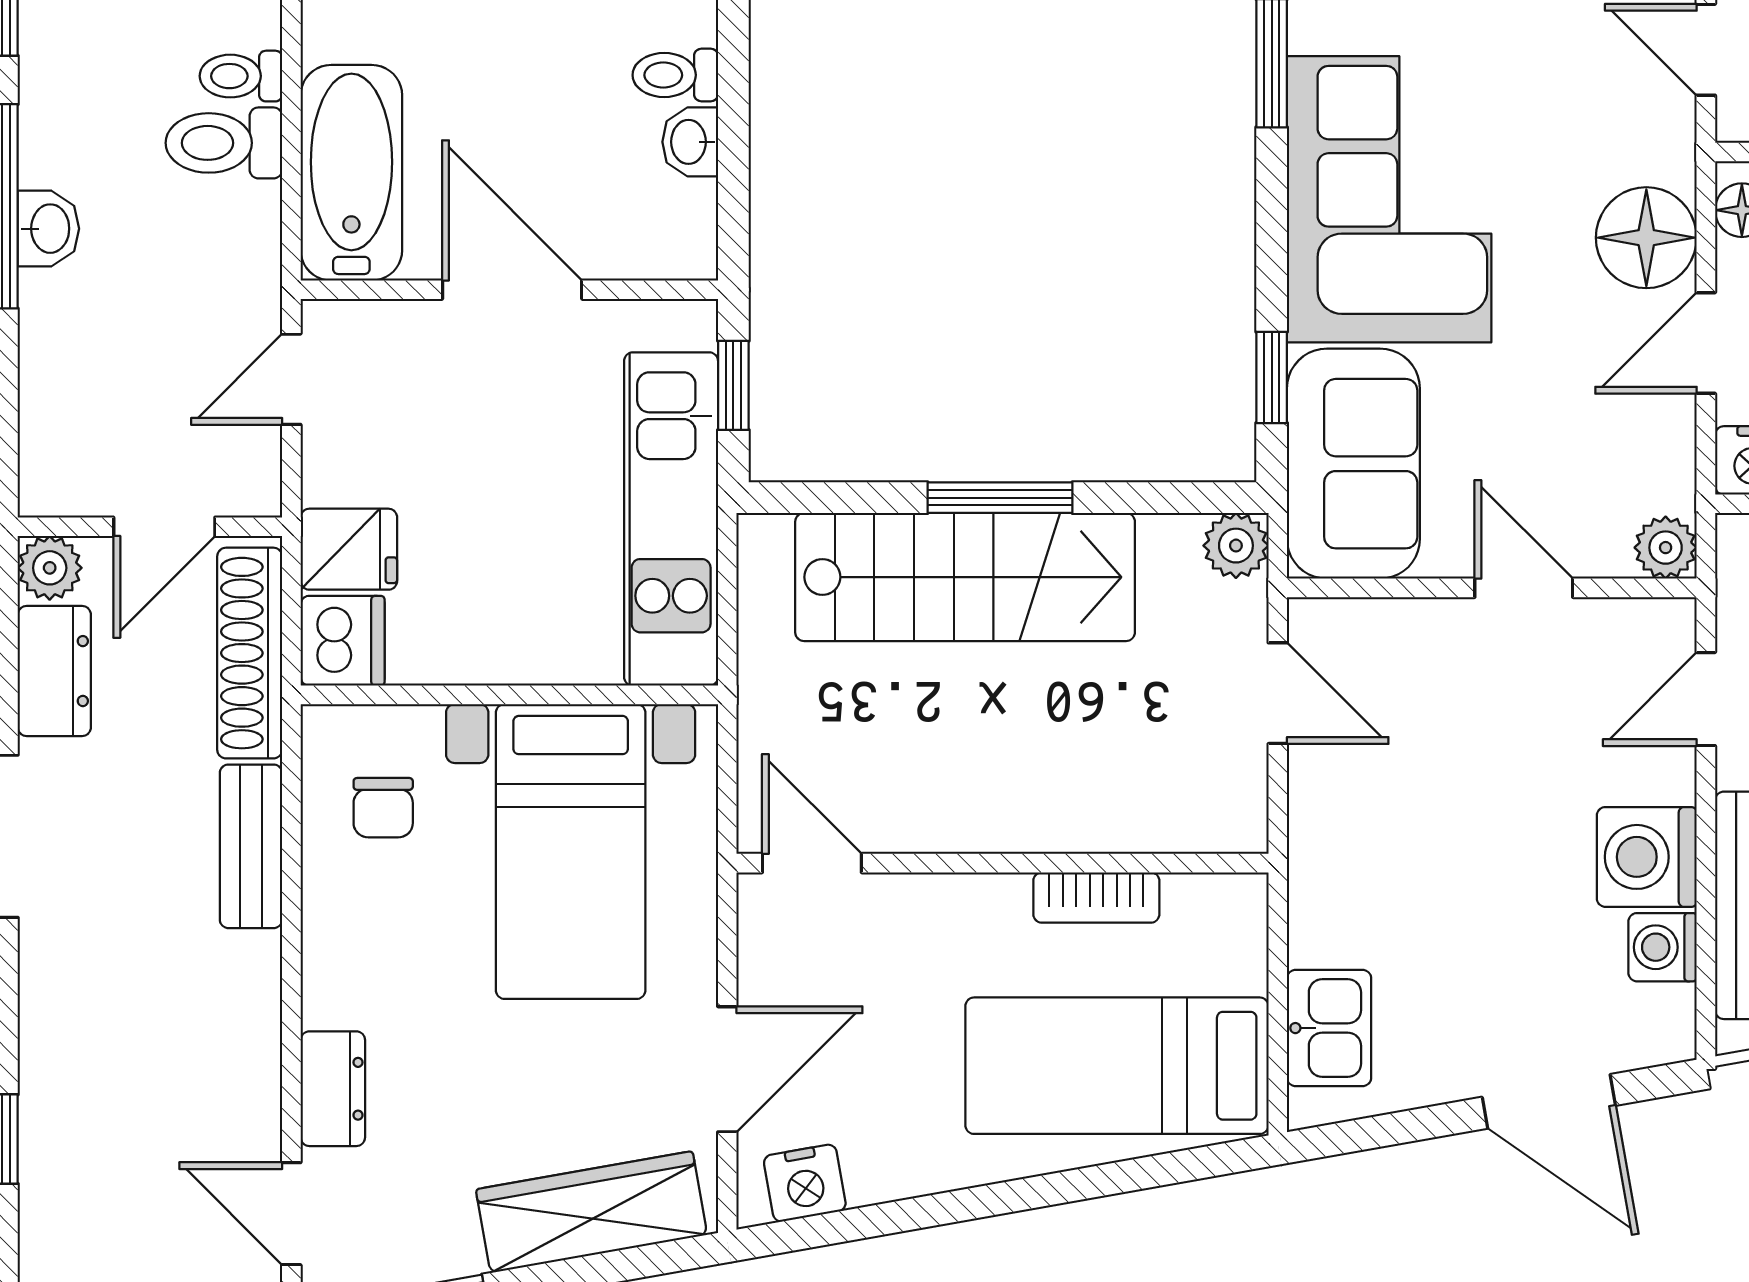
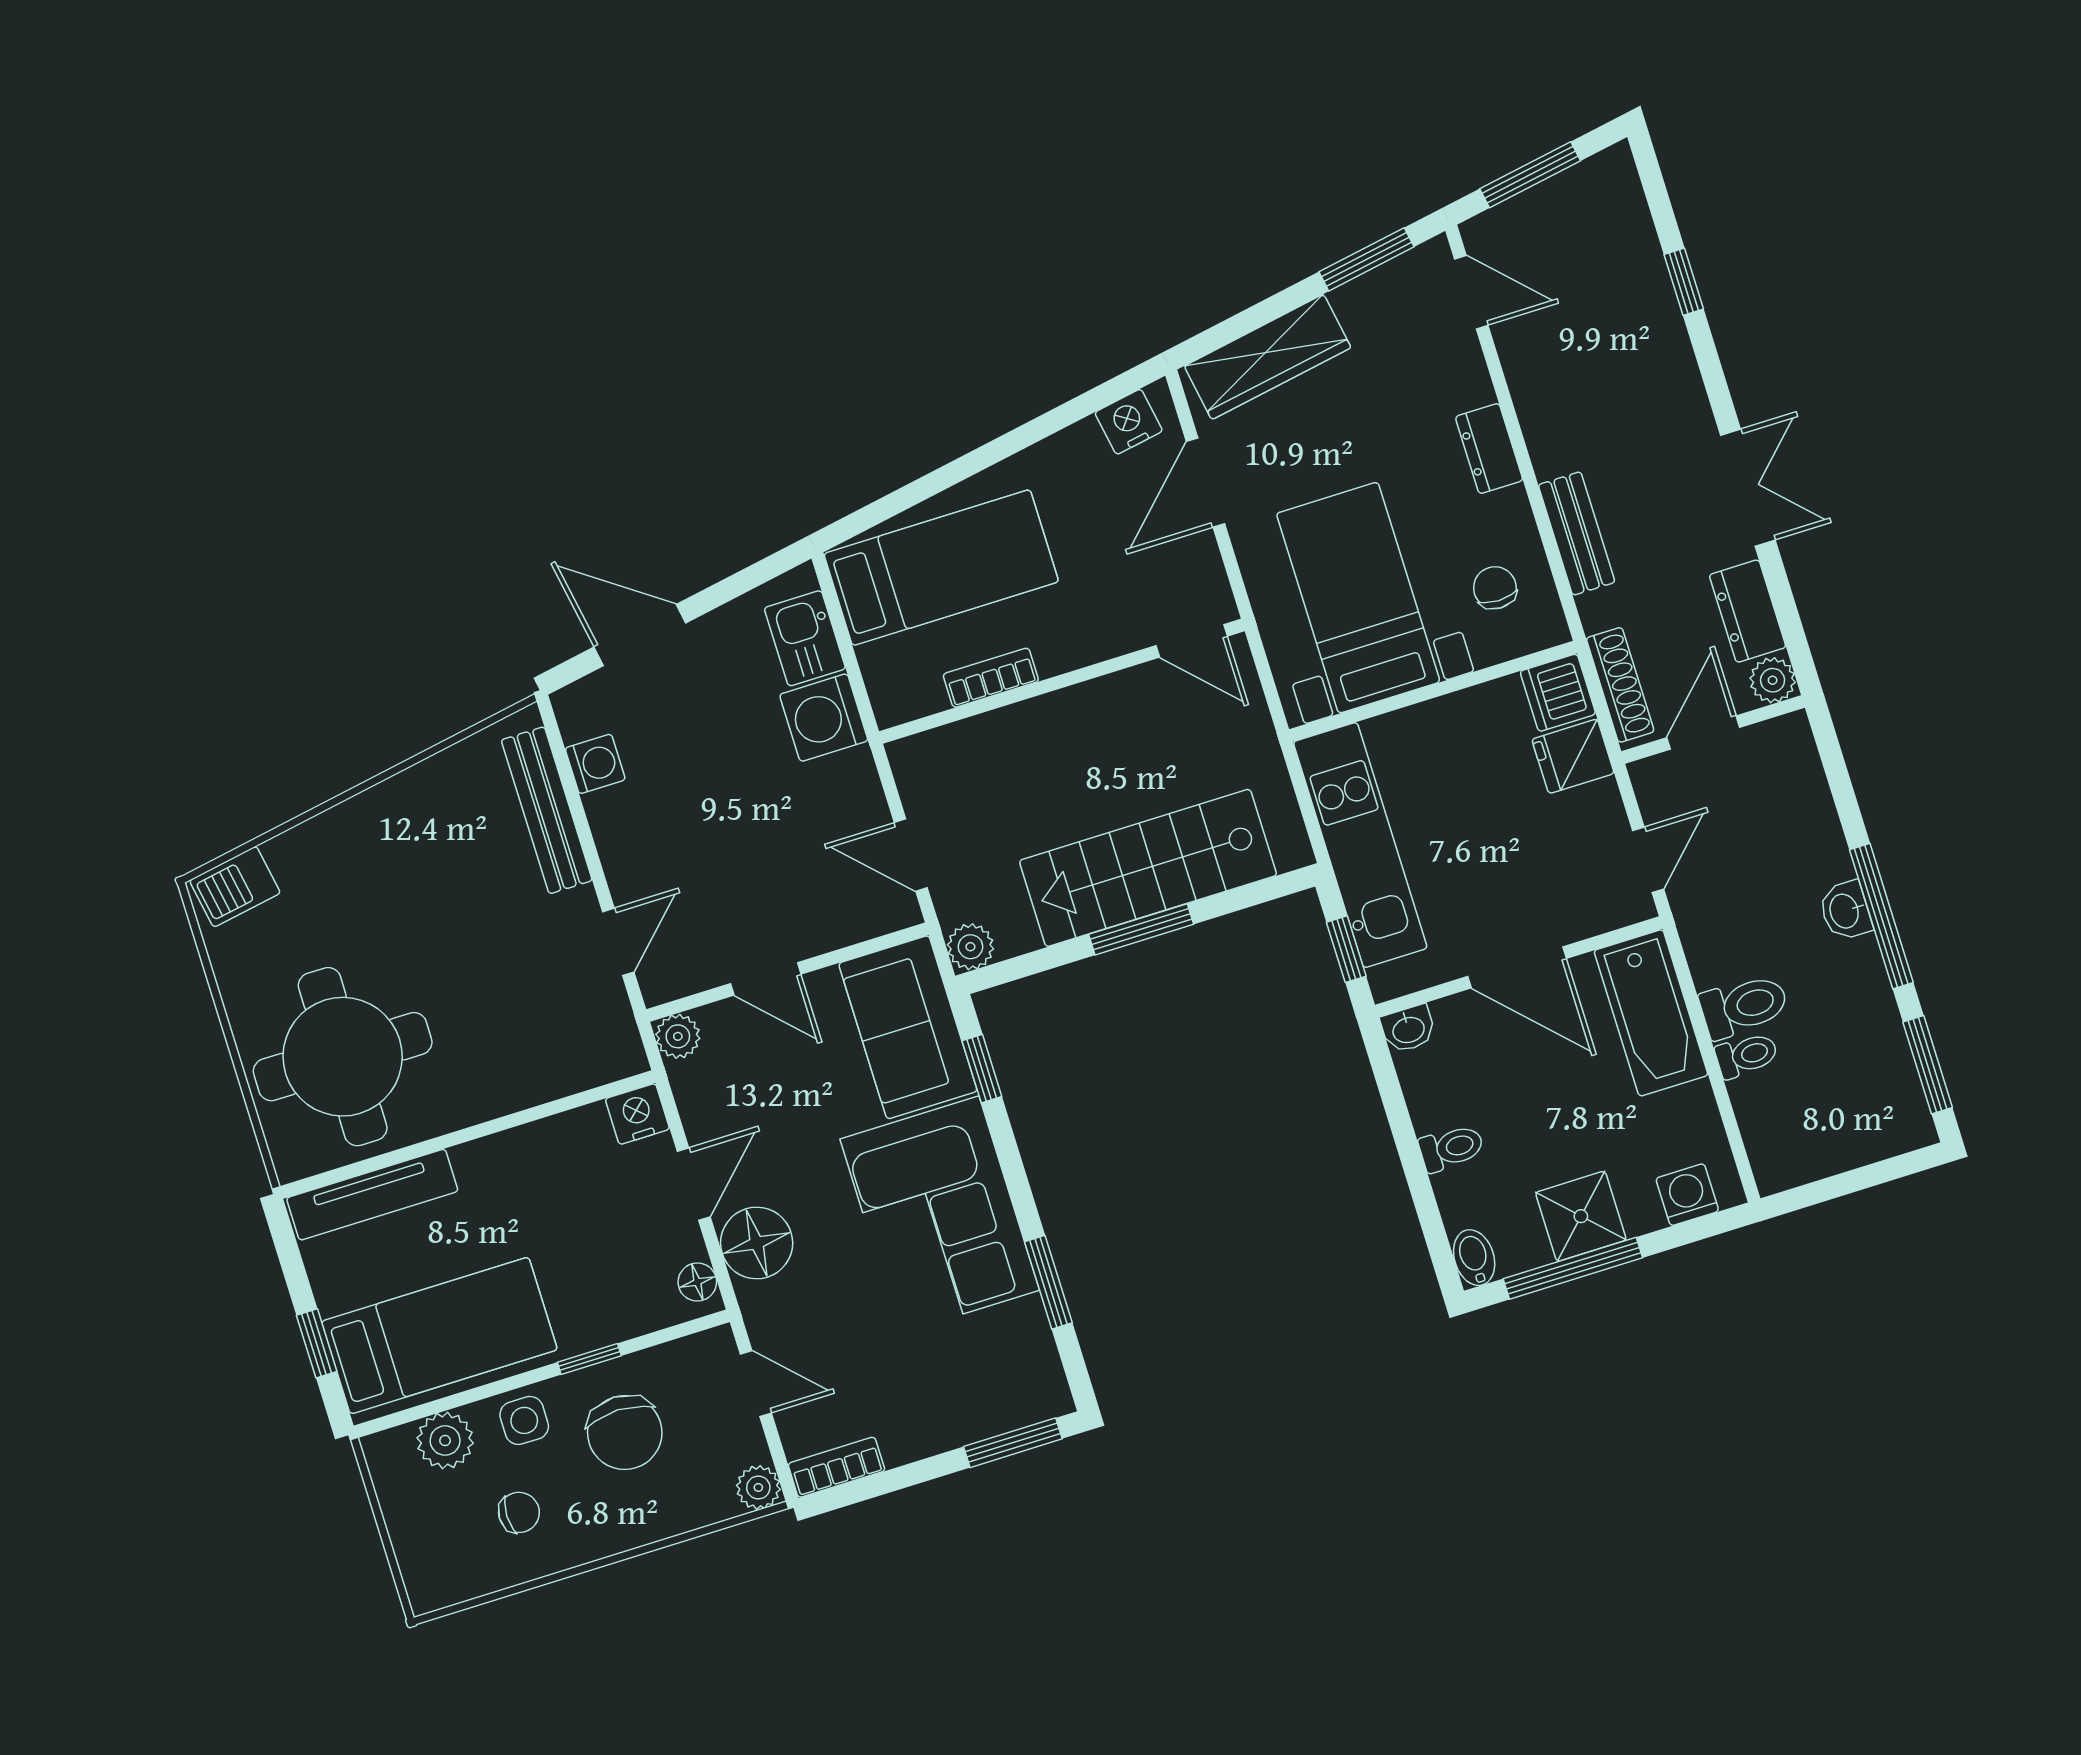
washbasin: (690, 142) -> (1408, 1029), moved, turned 90
shoe rack: (250, 653) -> (1620, 685), width x0.74, depth x0.81
washing machine: (1647, 857) -> (824, 718), moved, turned 180
dresser: (333, 1089) -> (1489, 449), moved

